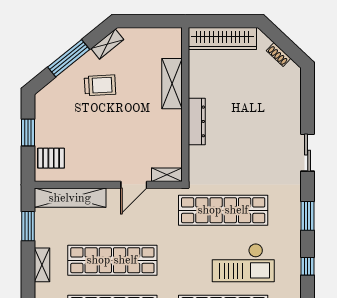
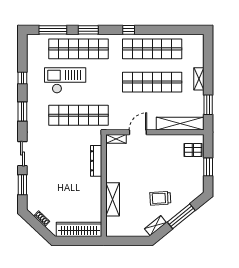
window: (308, 106) -> (22, 185), added
dresser: (197, 121) -> (96, 161), moved

